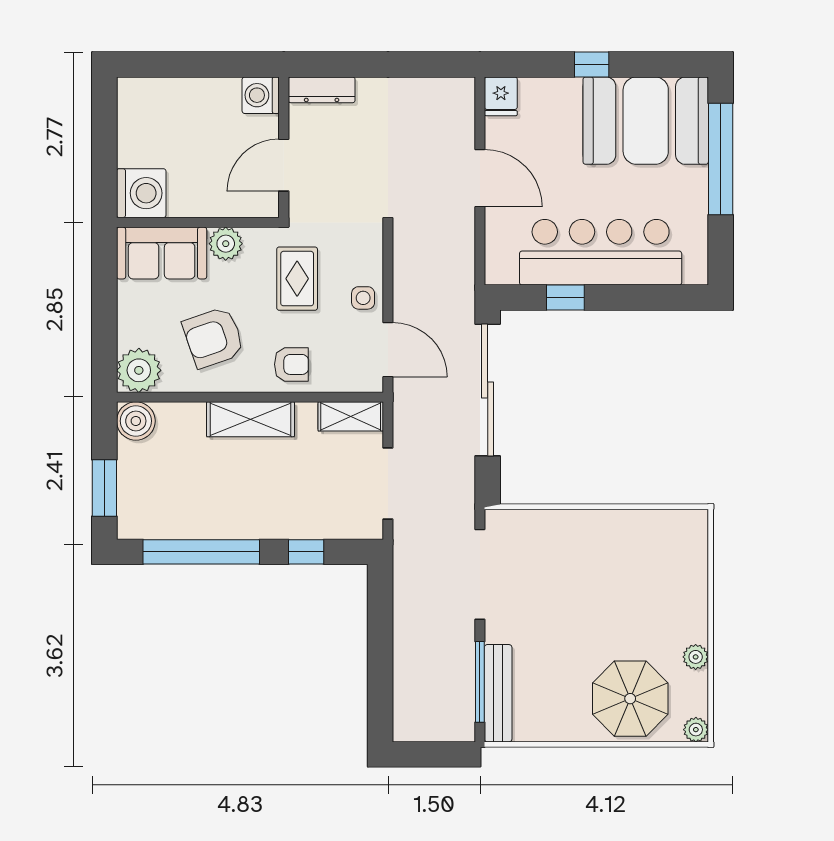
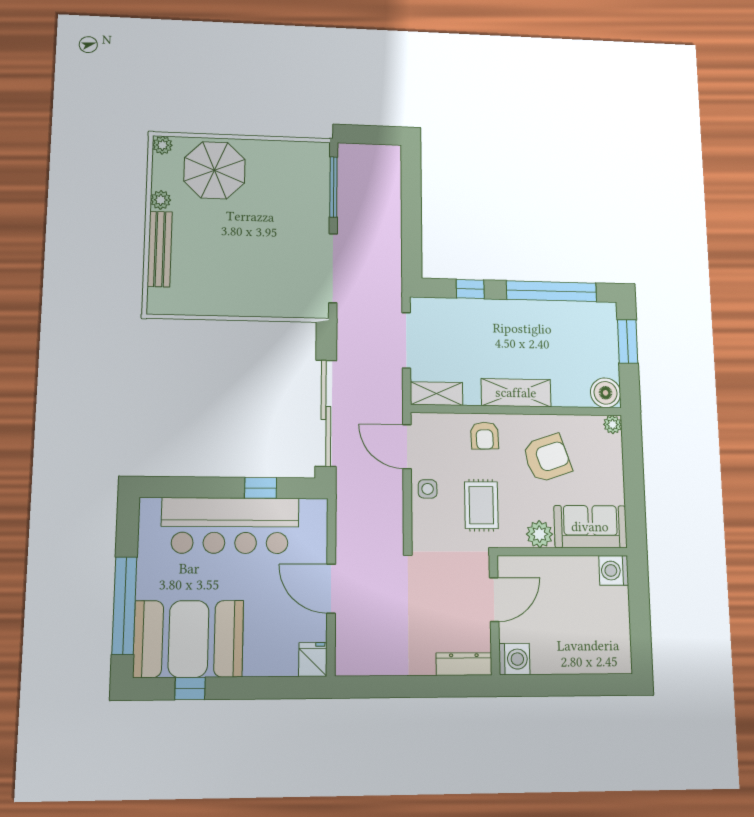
window: (592, 64) -> (190, 688), moved
washing machine: (141, 193) -> (614, 571), width x0.73, depth x0.73
armchair: (291, 364) -> (485, 436), turned -92
plant: (139, 370) -> (613, 425), width x0.53, depth x0.53
bench: (498, 693) -> (160, 249), moved

